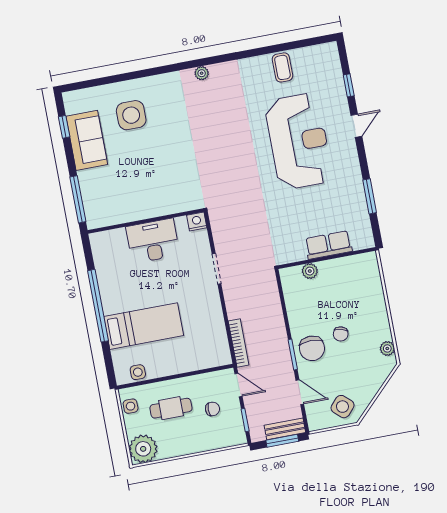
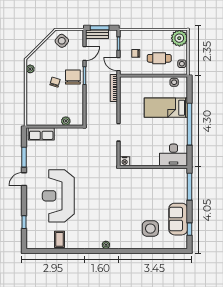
door: (356, 126) -> (24, 179), moved
desk: (153, 241) -> (174, 155), moved
row of seats: (328, 245) -> (41, 134), moved
door: (300, 392) -> (84, 54), swing flipped

